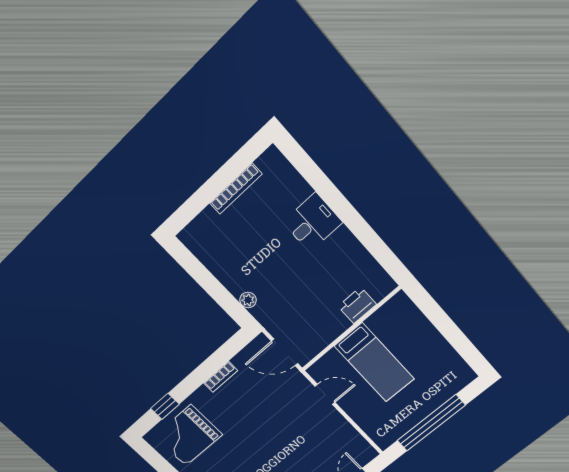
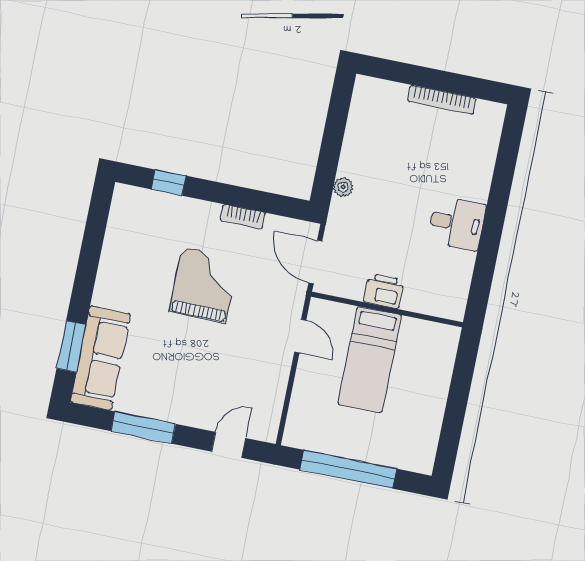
desk: (313, 222) -> (457, 223), moved
printer: (357, 305) -> (384, 291), moved
grand piano: (188, 436) -> (204, 285), moved, turned 90

